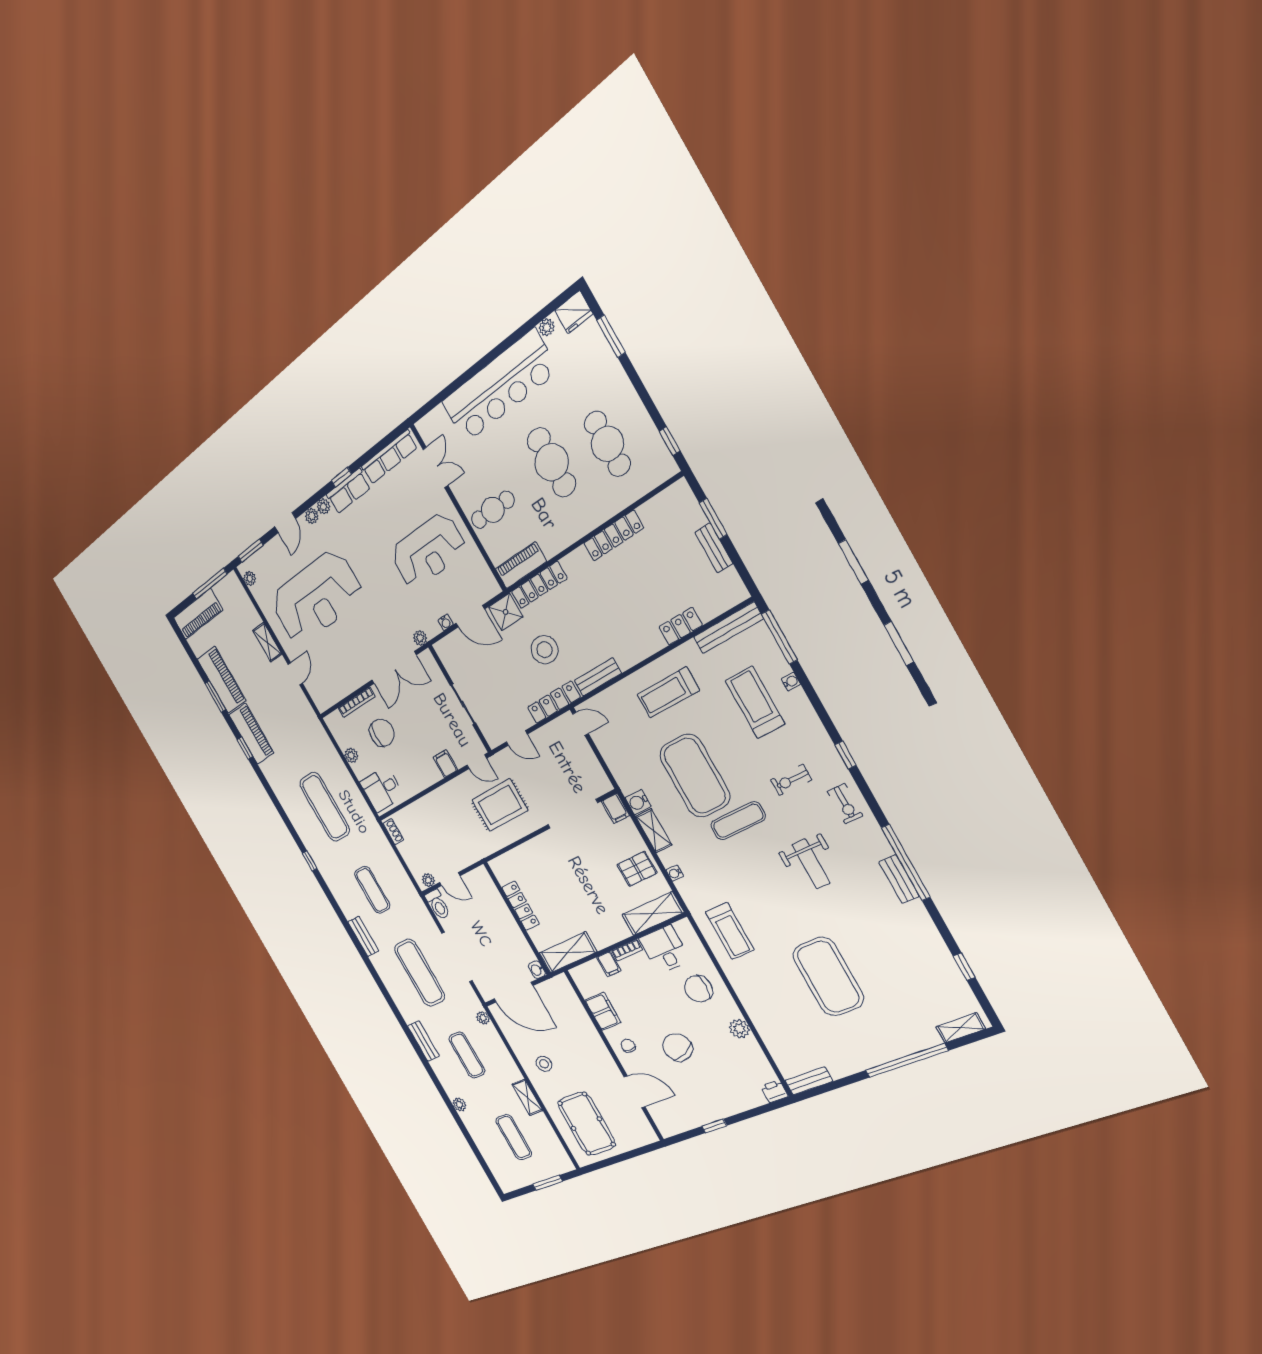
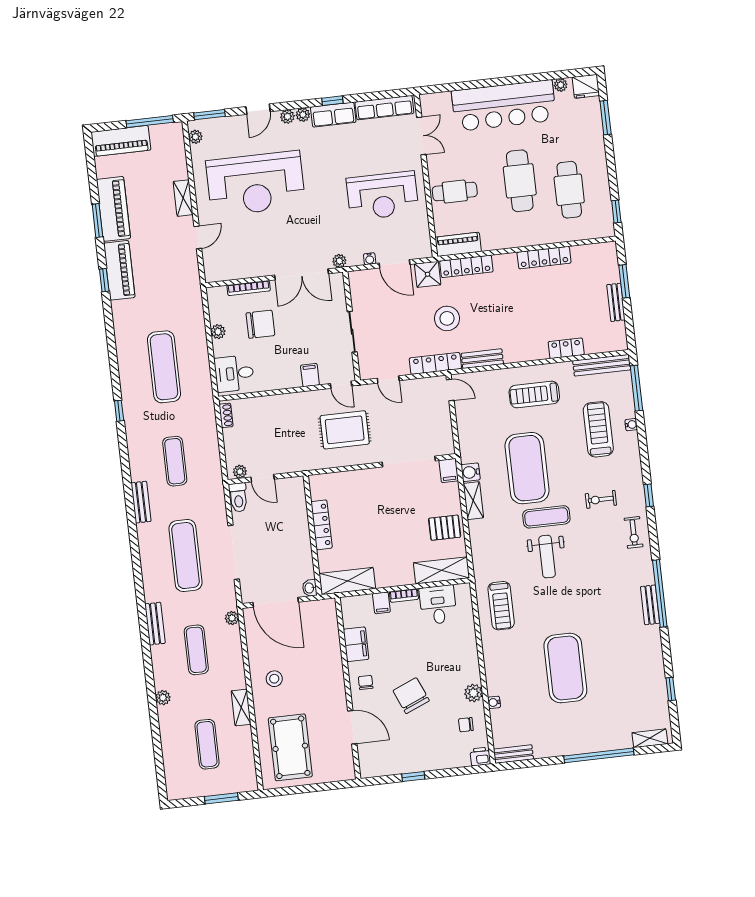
weight bench: (811, 864) -> (547, 557), moved
water cooler: (675, 873) -> (494, 702), moved
chair: (698, 989) -> (466, 725), moved, width x0.54, depth x0.54

